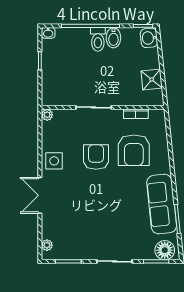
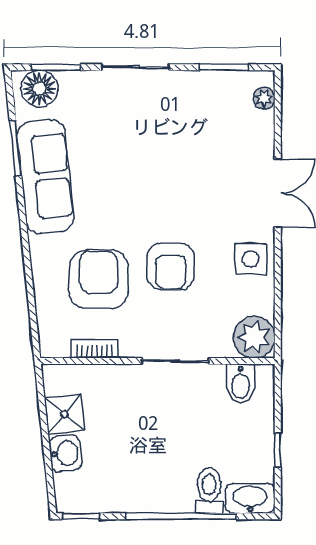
washbasin: (48, 33) -> (250, 498), width x1.91, depth x1.45
bidet: (113, 38) -> (241, 383), moved, turned 180
washbasin: (149, 38) -> (65, 453), moved
toilet: (98, 39) -> (209, 491), moved
plant: (47, 115) -> (254, 337), width x1.88, depth x1.88

